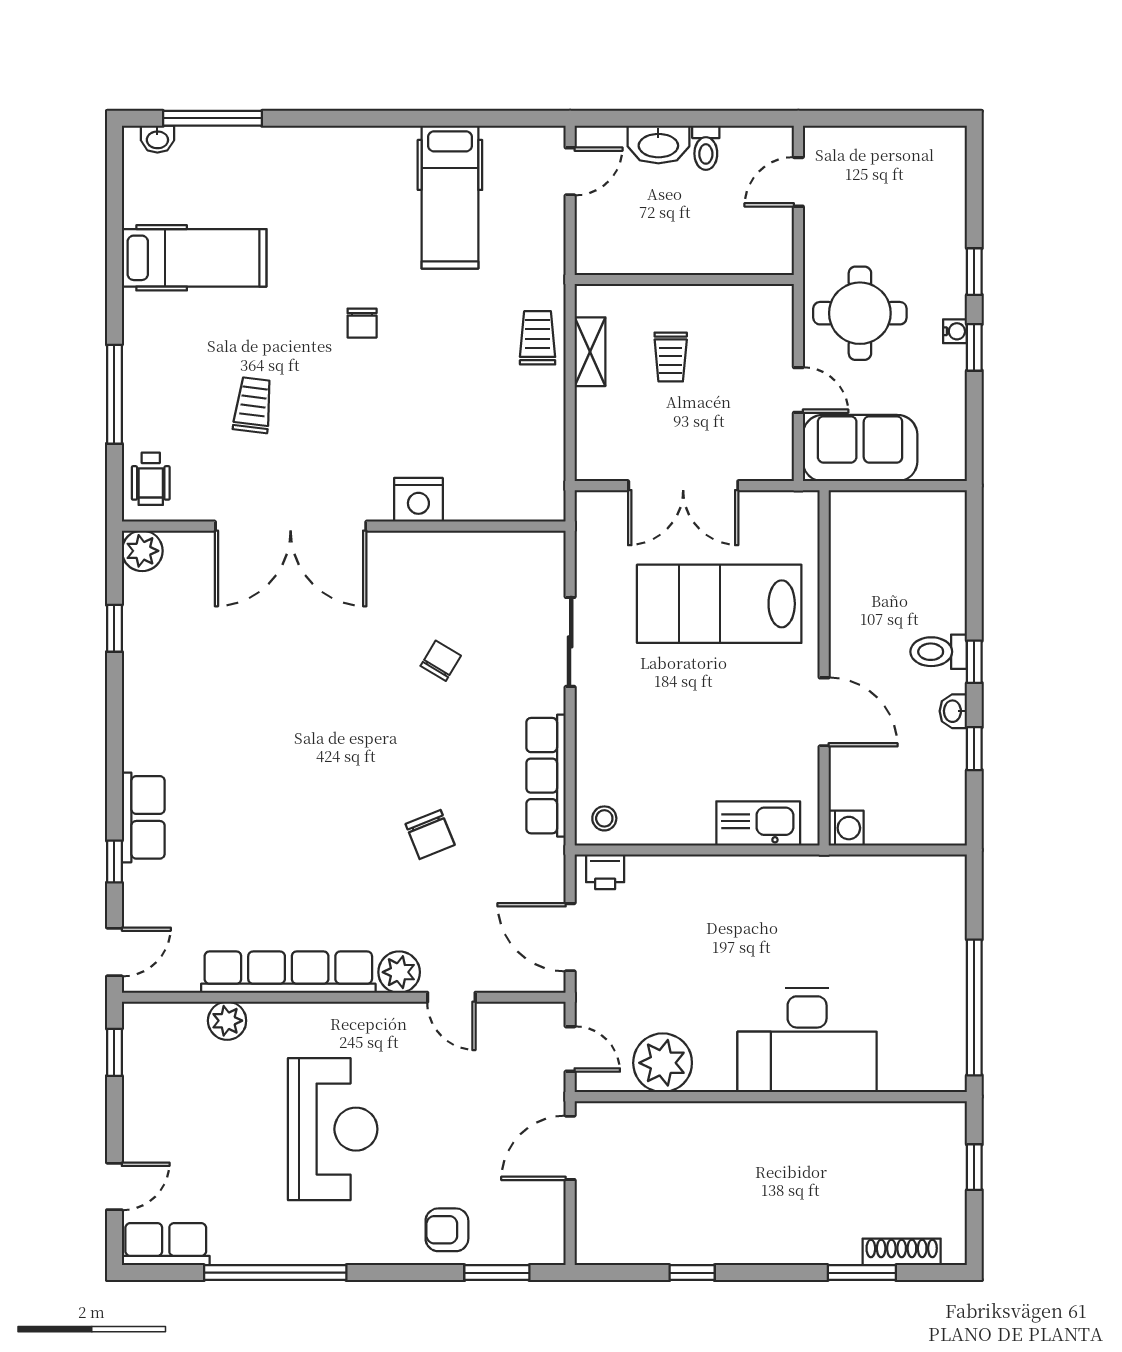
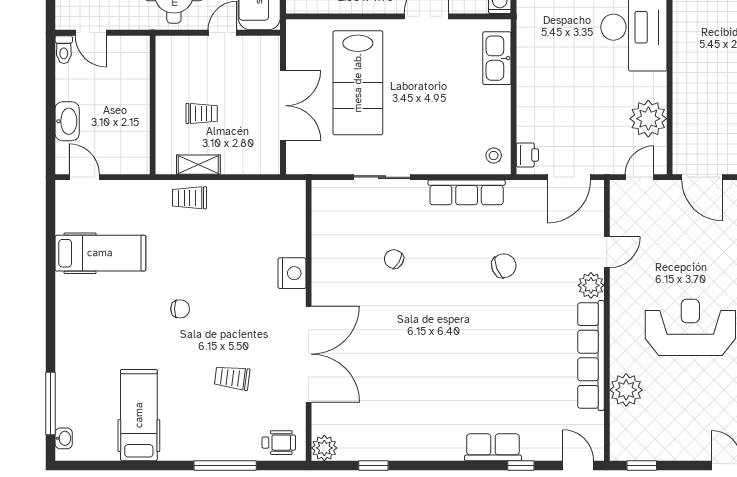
toilet: (706, 148) -> (64, 50), moved, turned 90
plant: (227, 1021) -> (626, 390), width x1.36, depth x1.36

